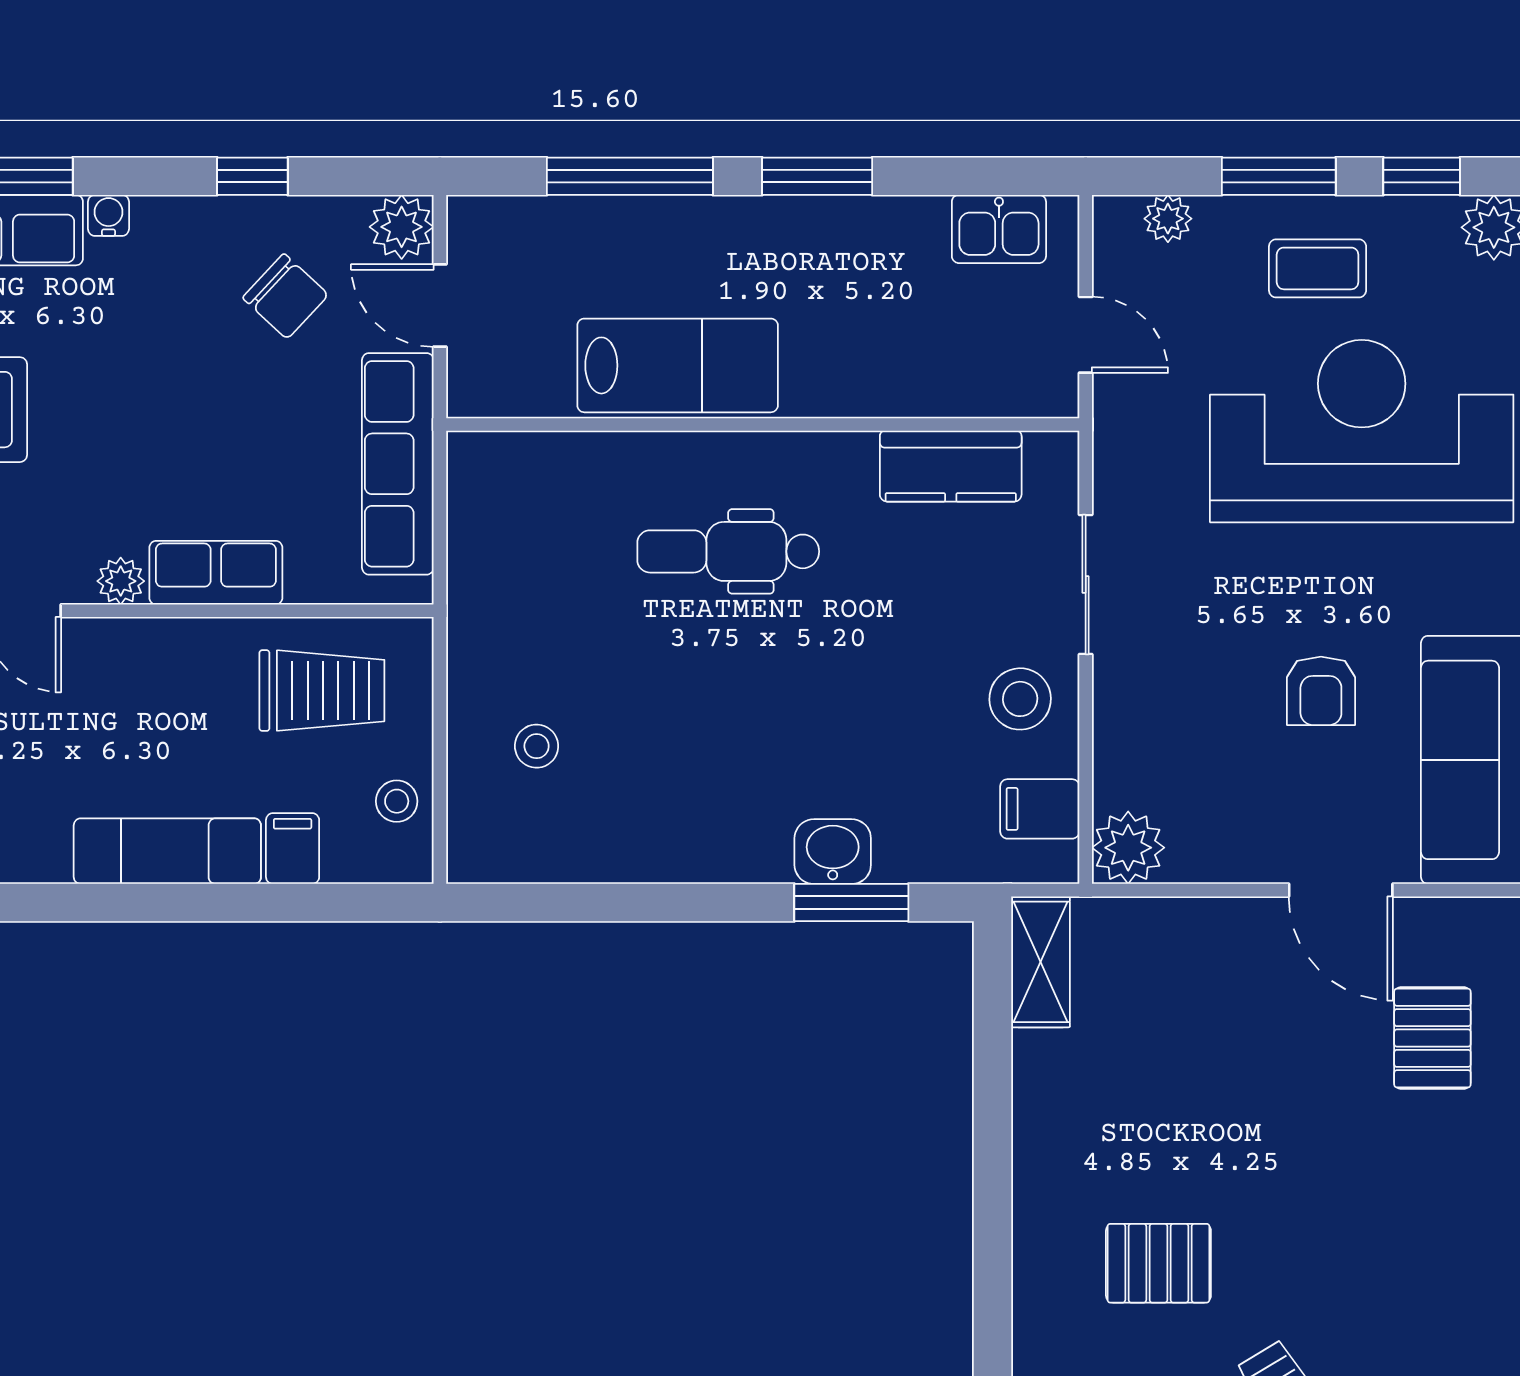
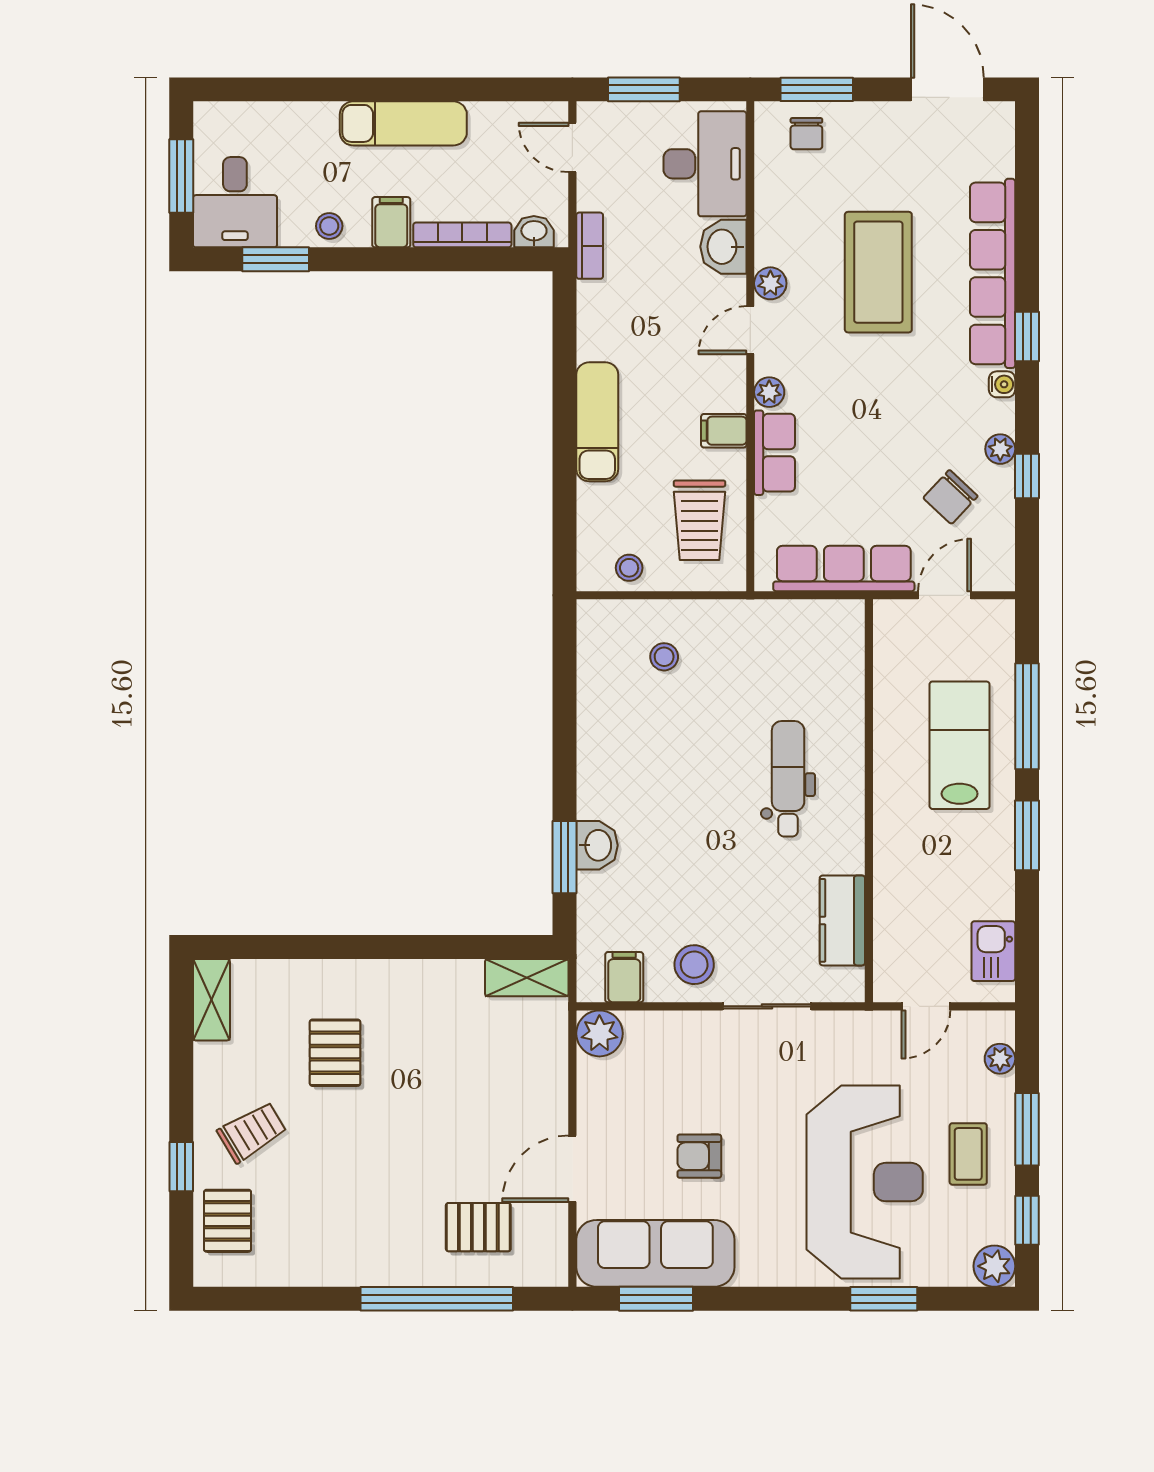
plant: (402, 227) -> (1000, 449), moved, width x0.73, depth x0.73
lab bench: (678, 365) -> (960, 745), moved, turned 180
filing cabinet: (293, 849) -> (724, 431), moved, turned 180

